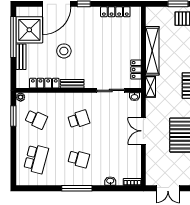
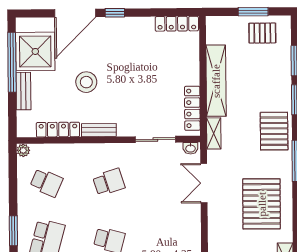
locker: (115, 12) -> (177, 24), moved
locker: (136, 70) -> (192, 108), width x1.53
window: (13, 116) -> (13, 231), moved
double door: (143, 131) -> (204, 183), moved

